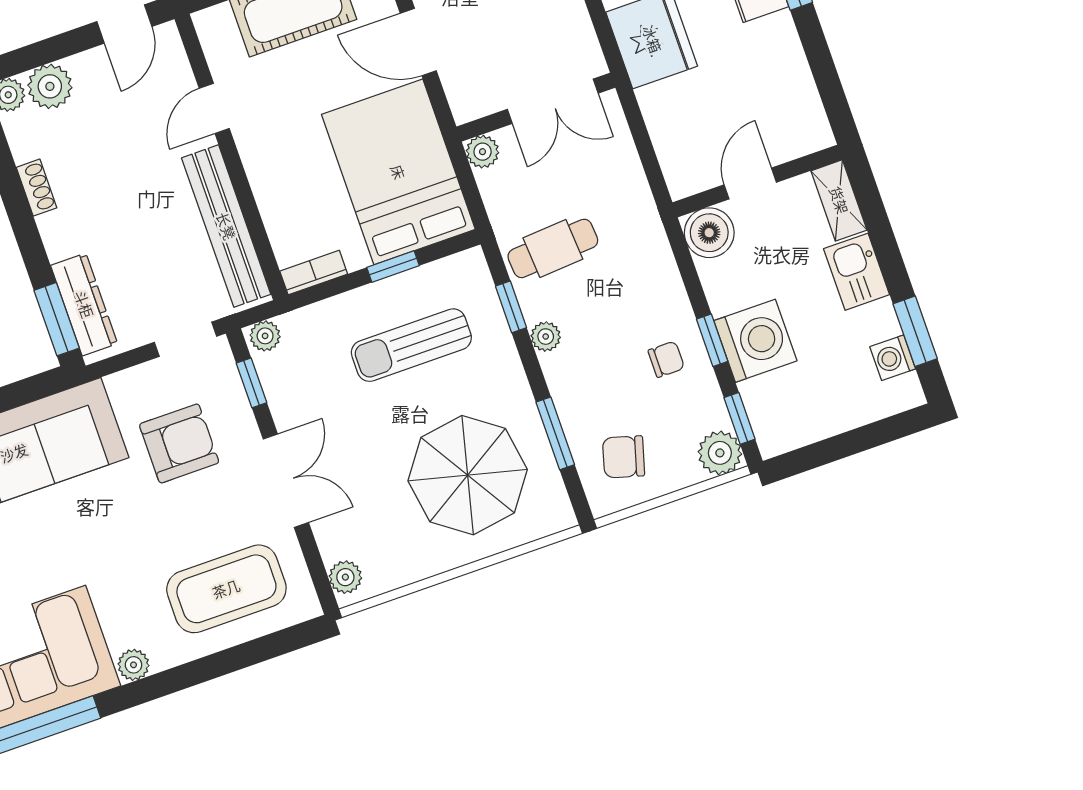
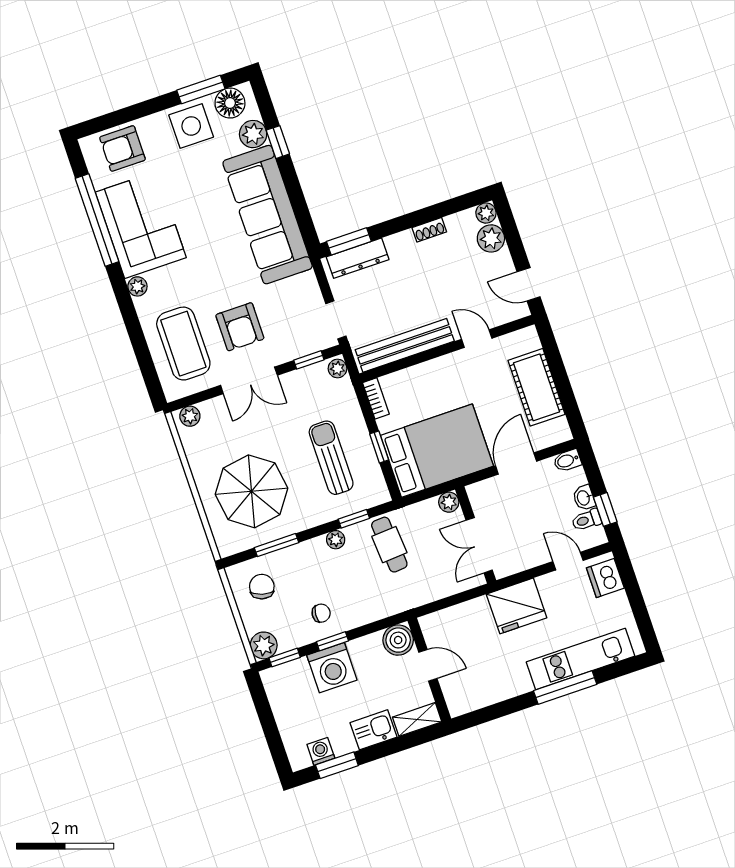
chair: (666, 359) -> (321, 613), turned -85
armchair: (179, 443) -> (240, 327), moved

